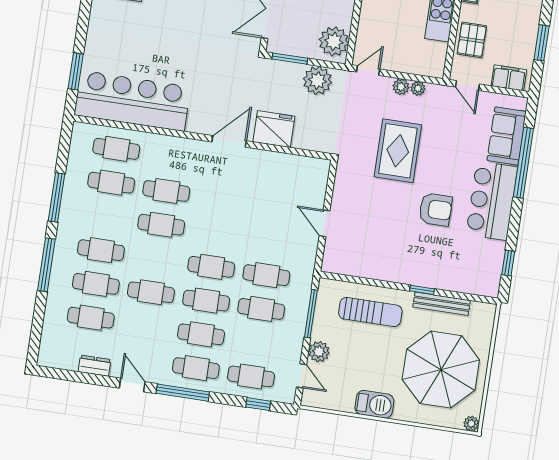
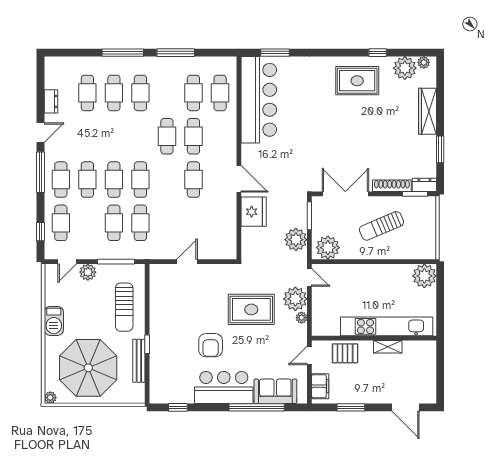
plant: (401, 87) -> (295, 299), width x1.88, depth x1.88
cafe table: (151, 292) -> (193, 180), moved

